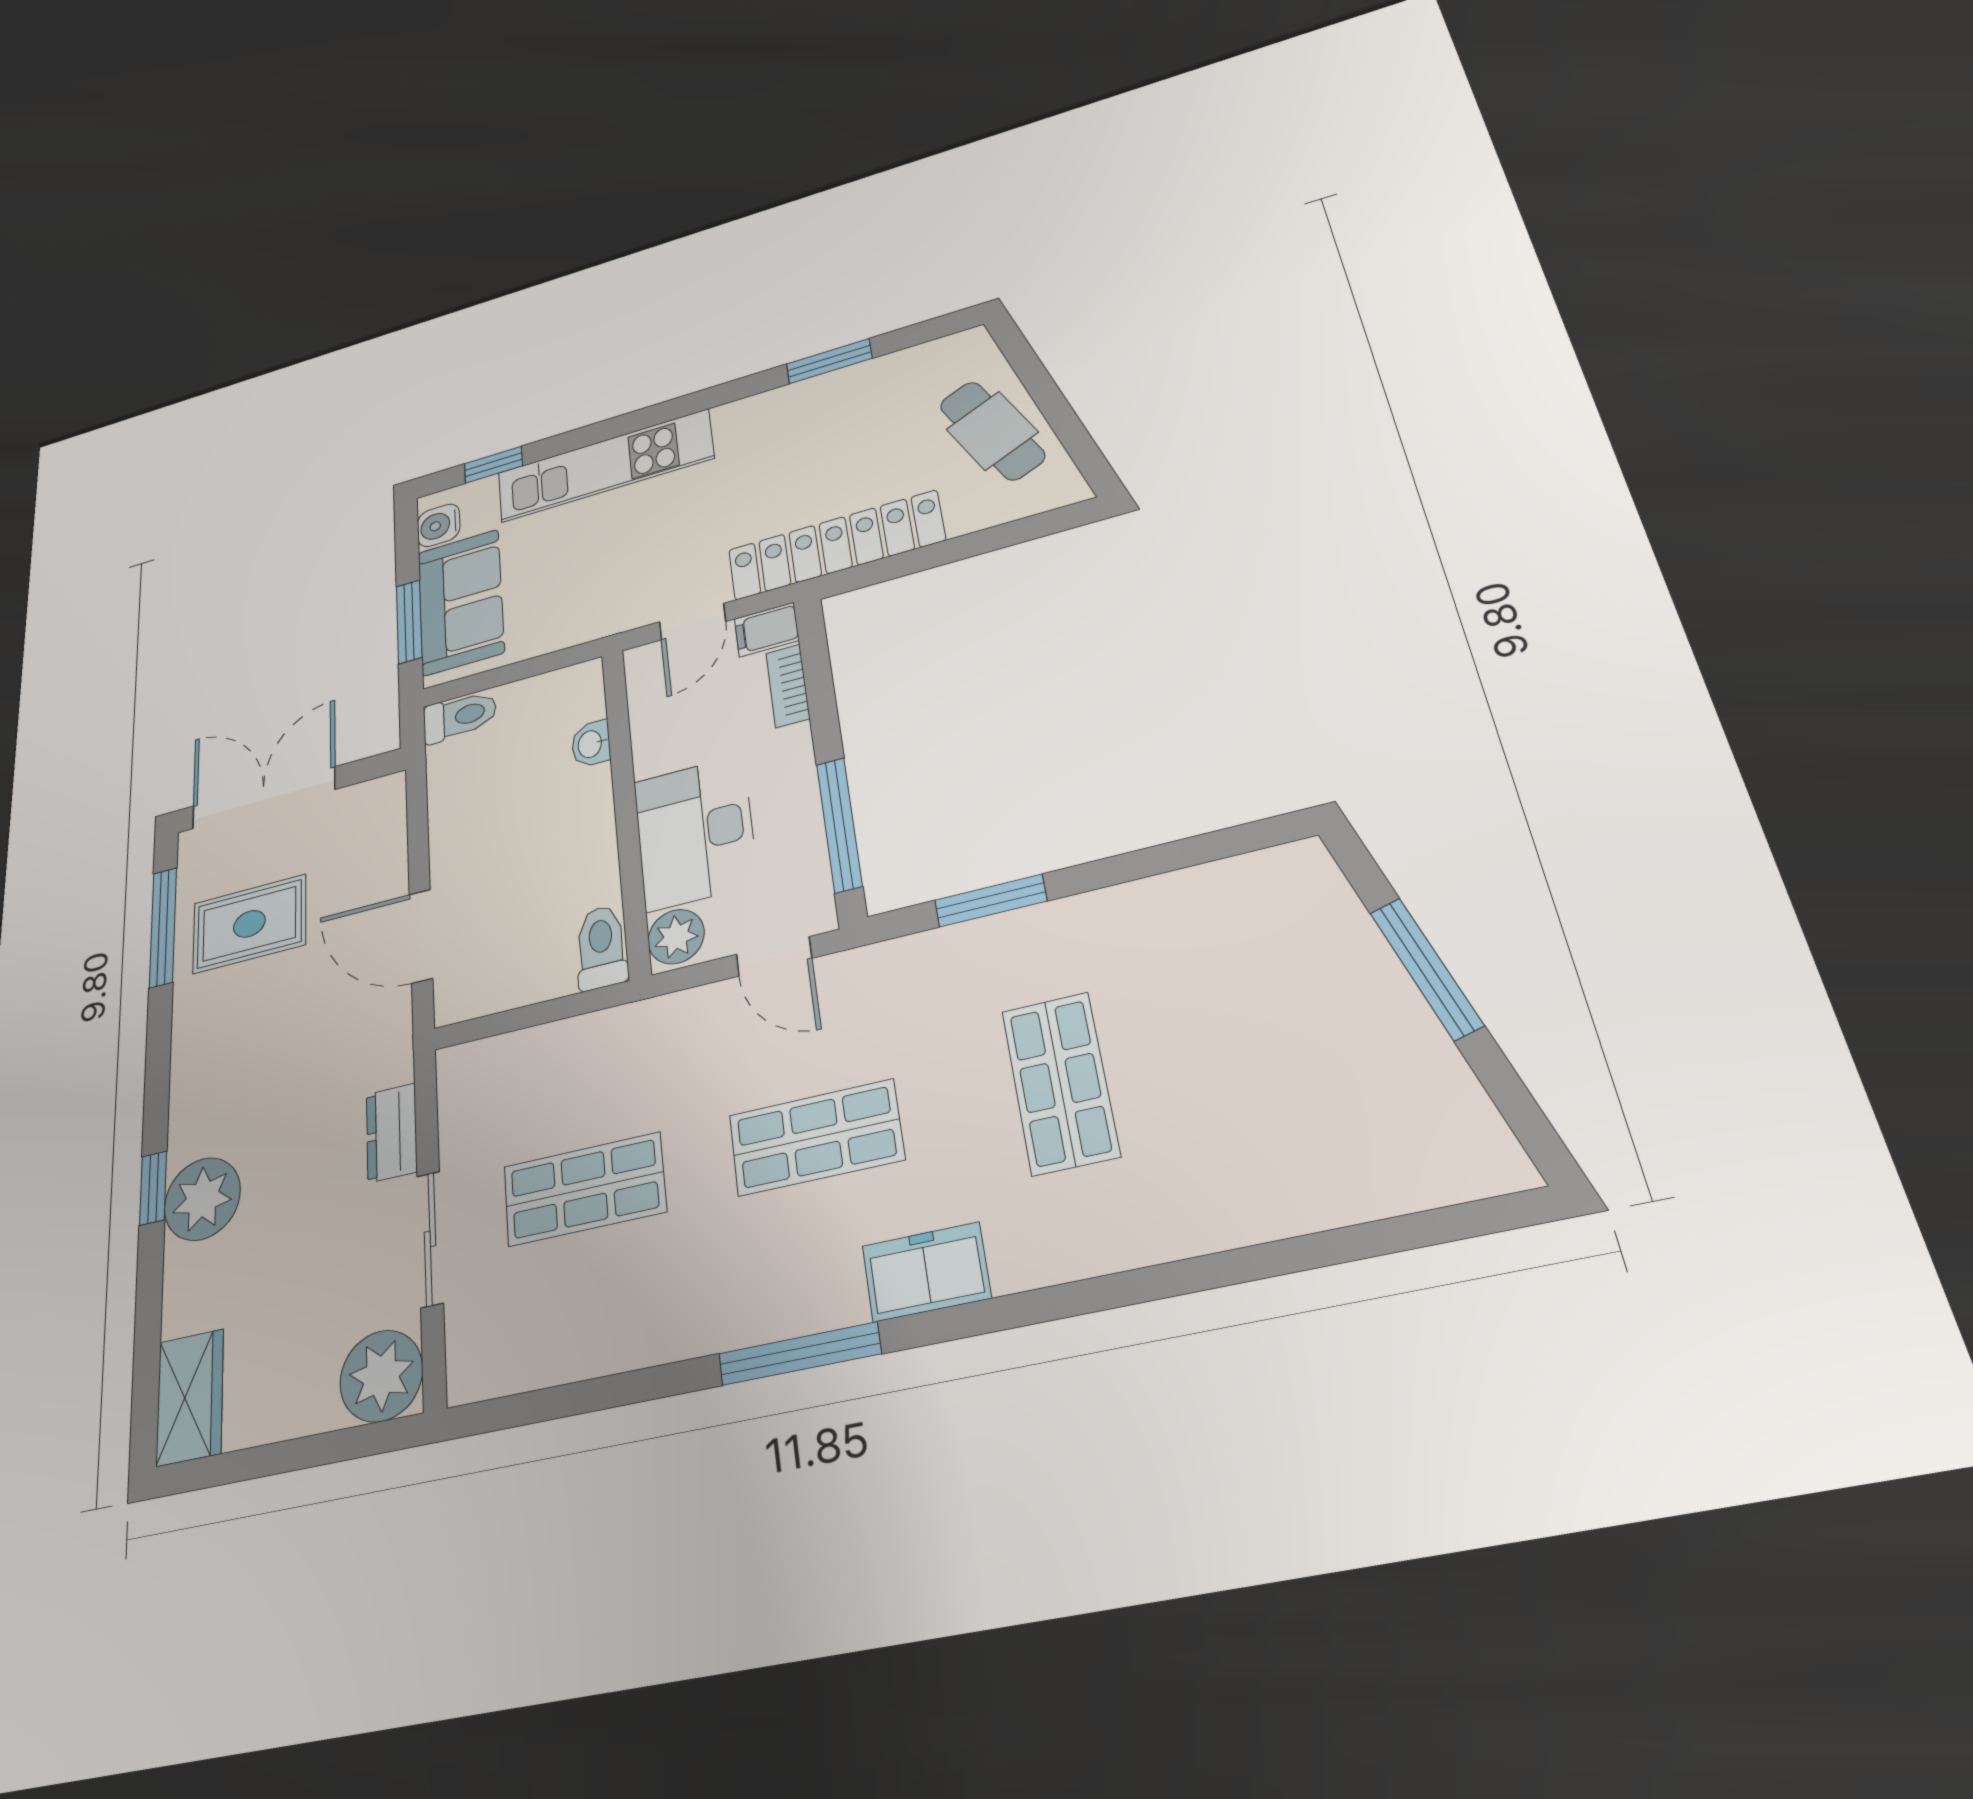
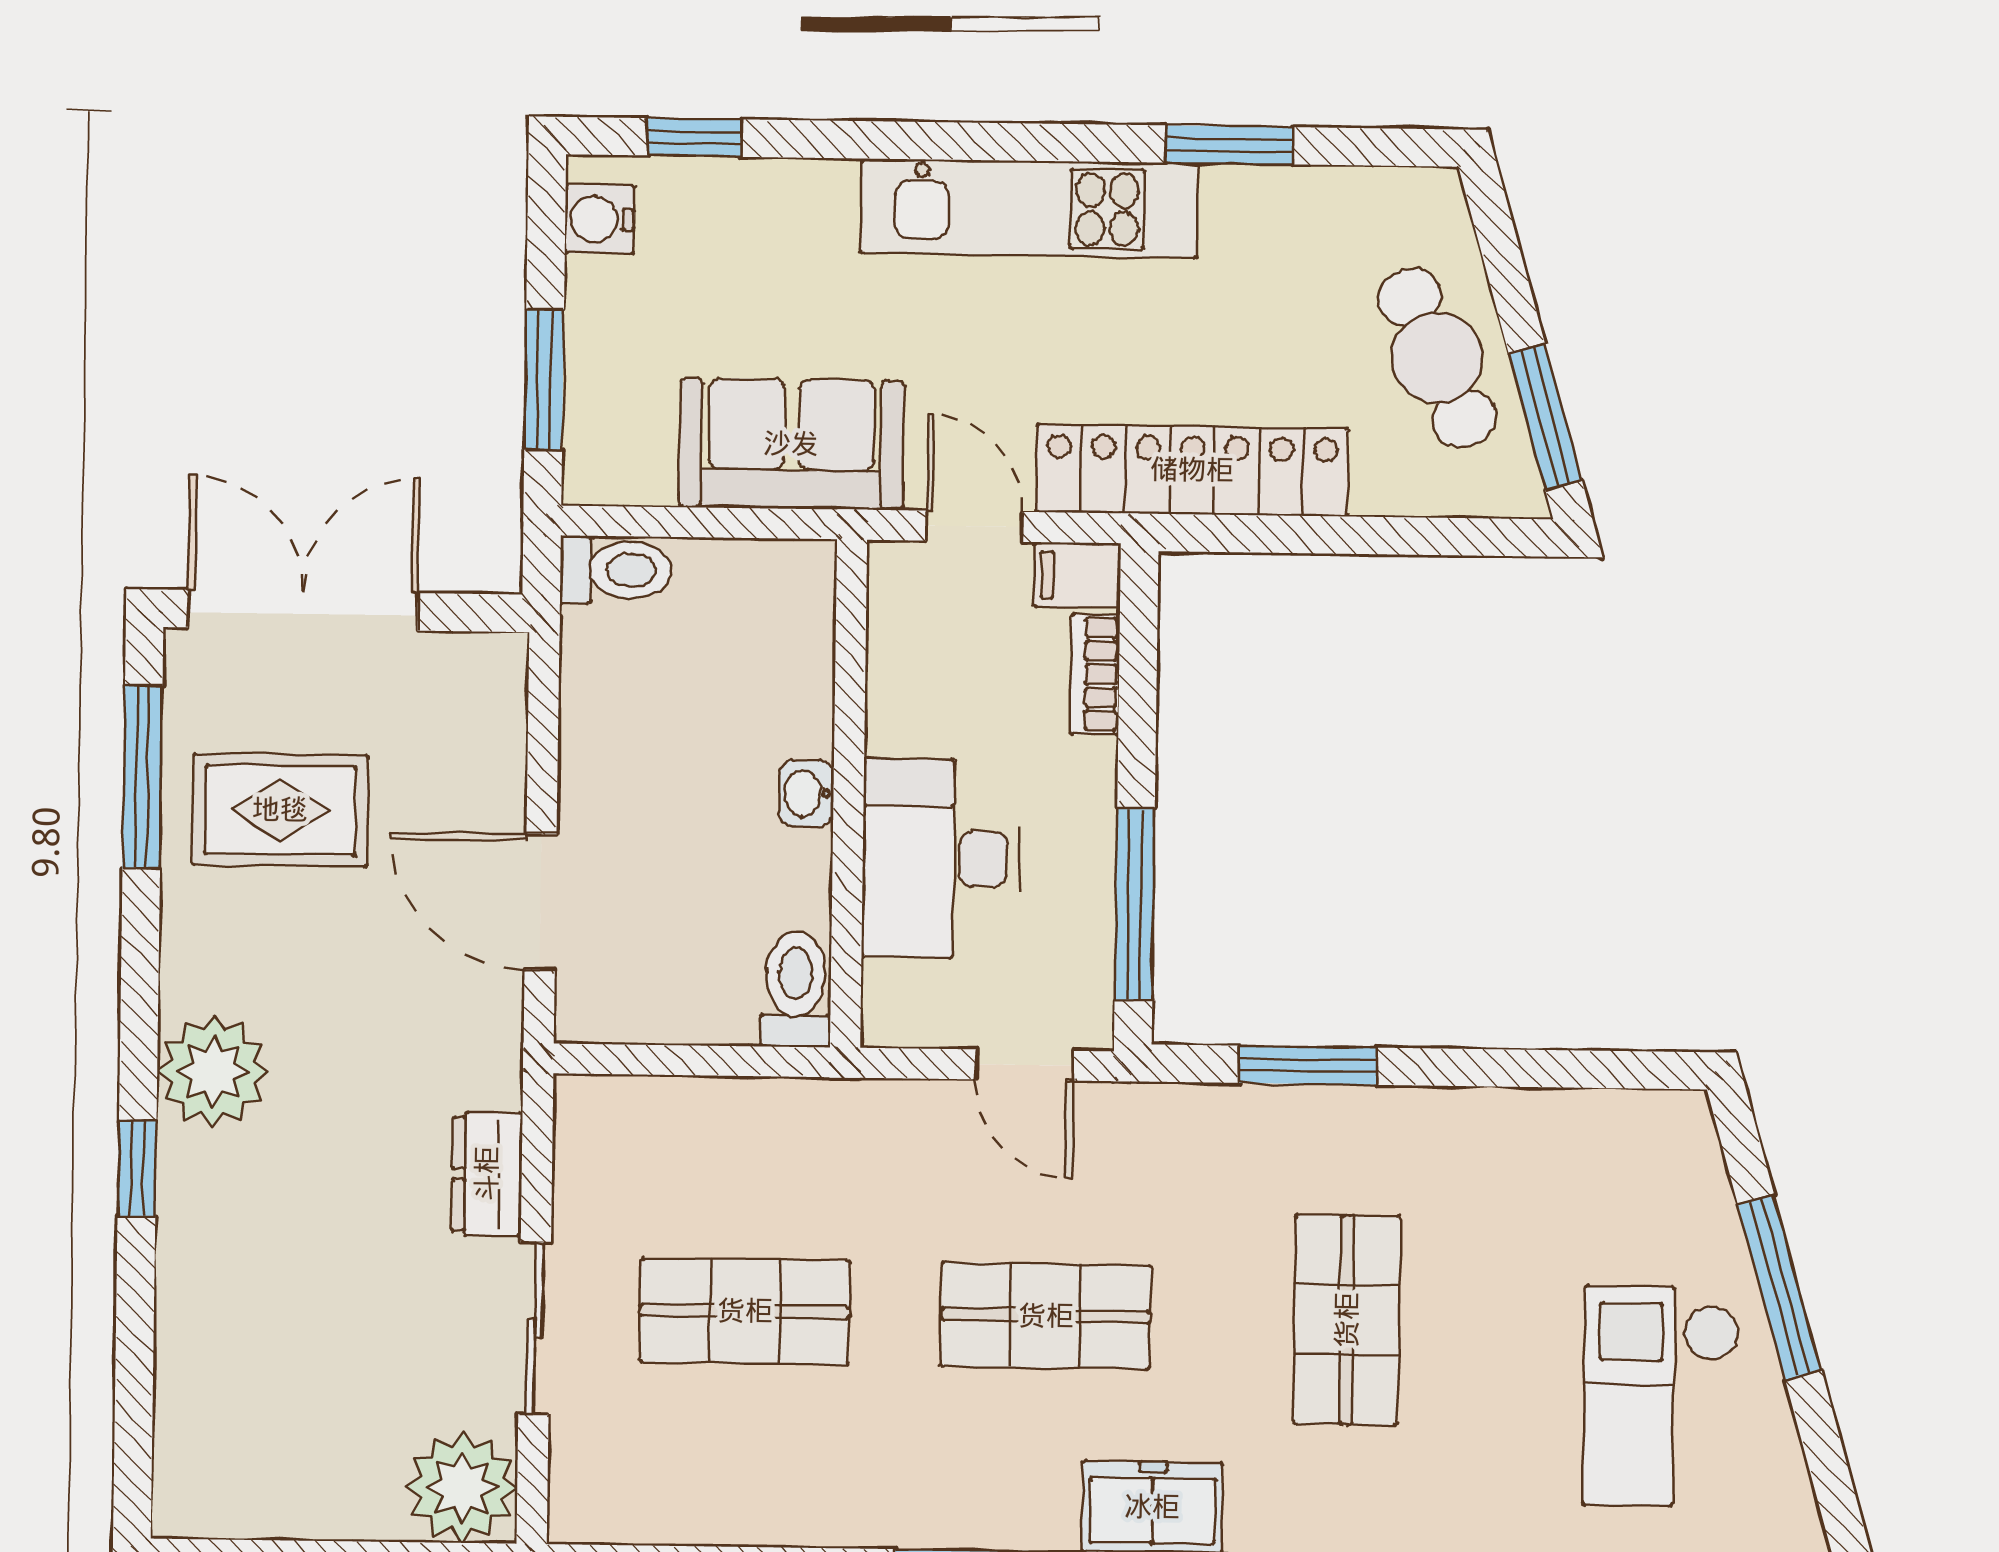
window: (1076, 440) -> (1545, 417), added
kitchen unit: (605, 466) -> (1030, 208), moved
sofa: (461, 602) -> (791, 444), moved, turned -90
door: (693, 622) -> (974, 526), swing flipped
washbasin: (591, 744) -> (806, 793), moved
plant: (676, 937) -> (899, 1002), removed
checkout: (1346, 1081) -> (1661, 1396), added
plant: (202, 1199) -> (213, 1072), moved
wardrobe: (190, 1397) -> (197, 1461), removed

